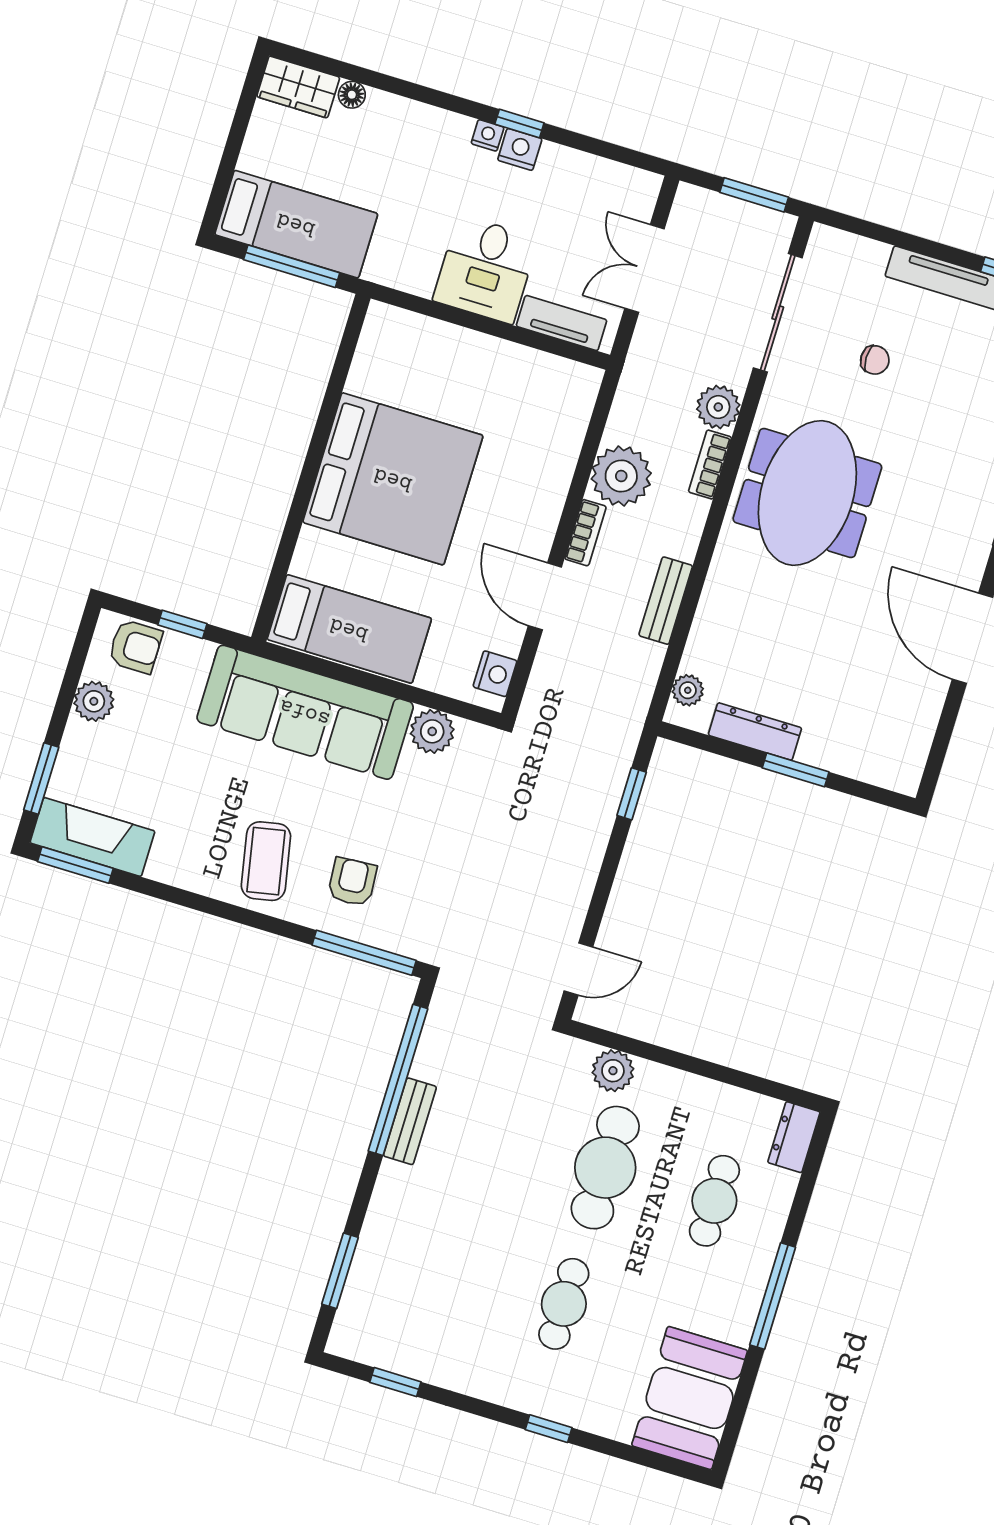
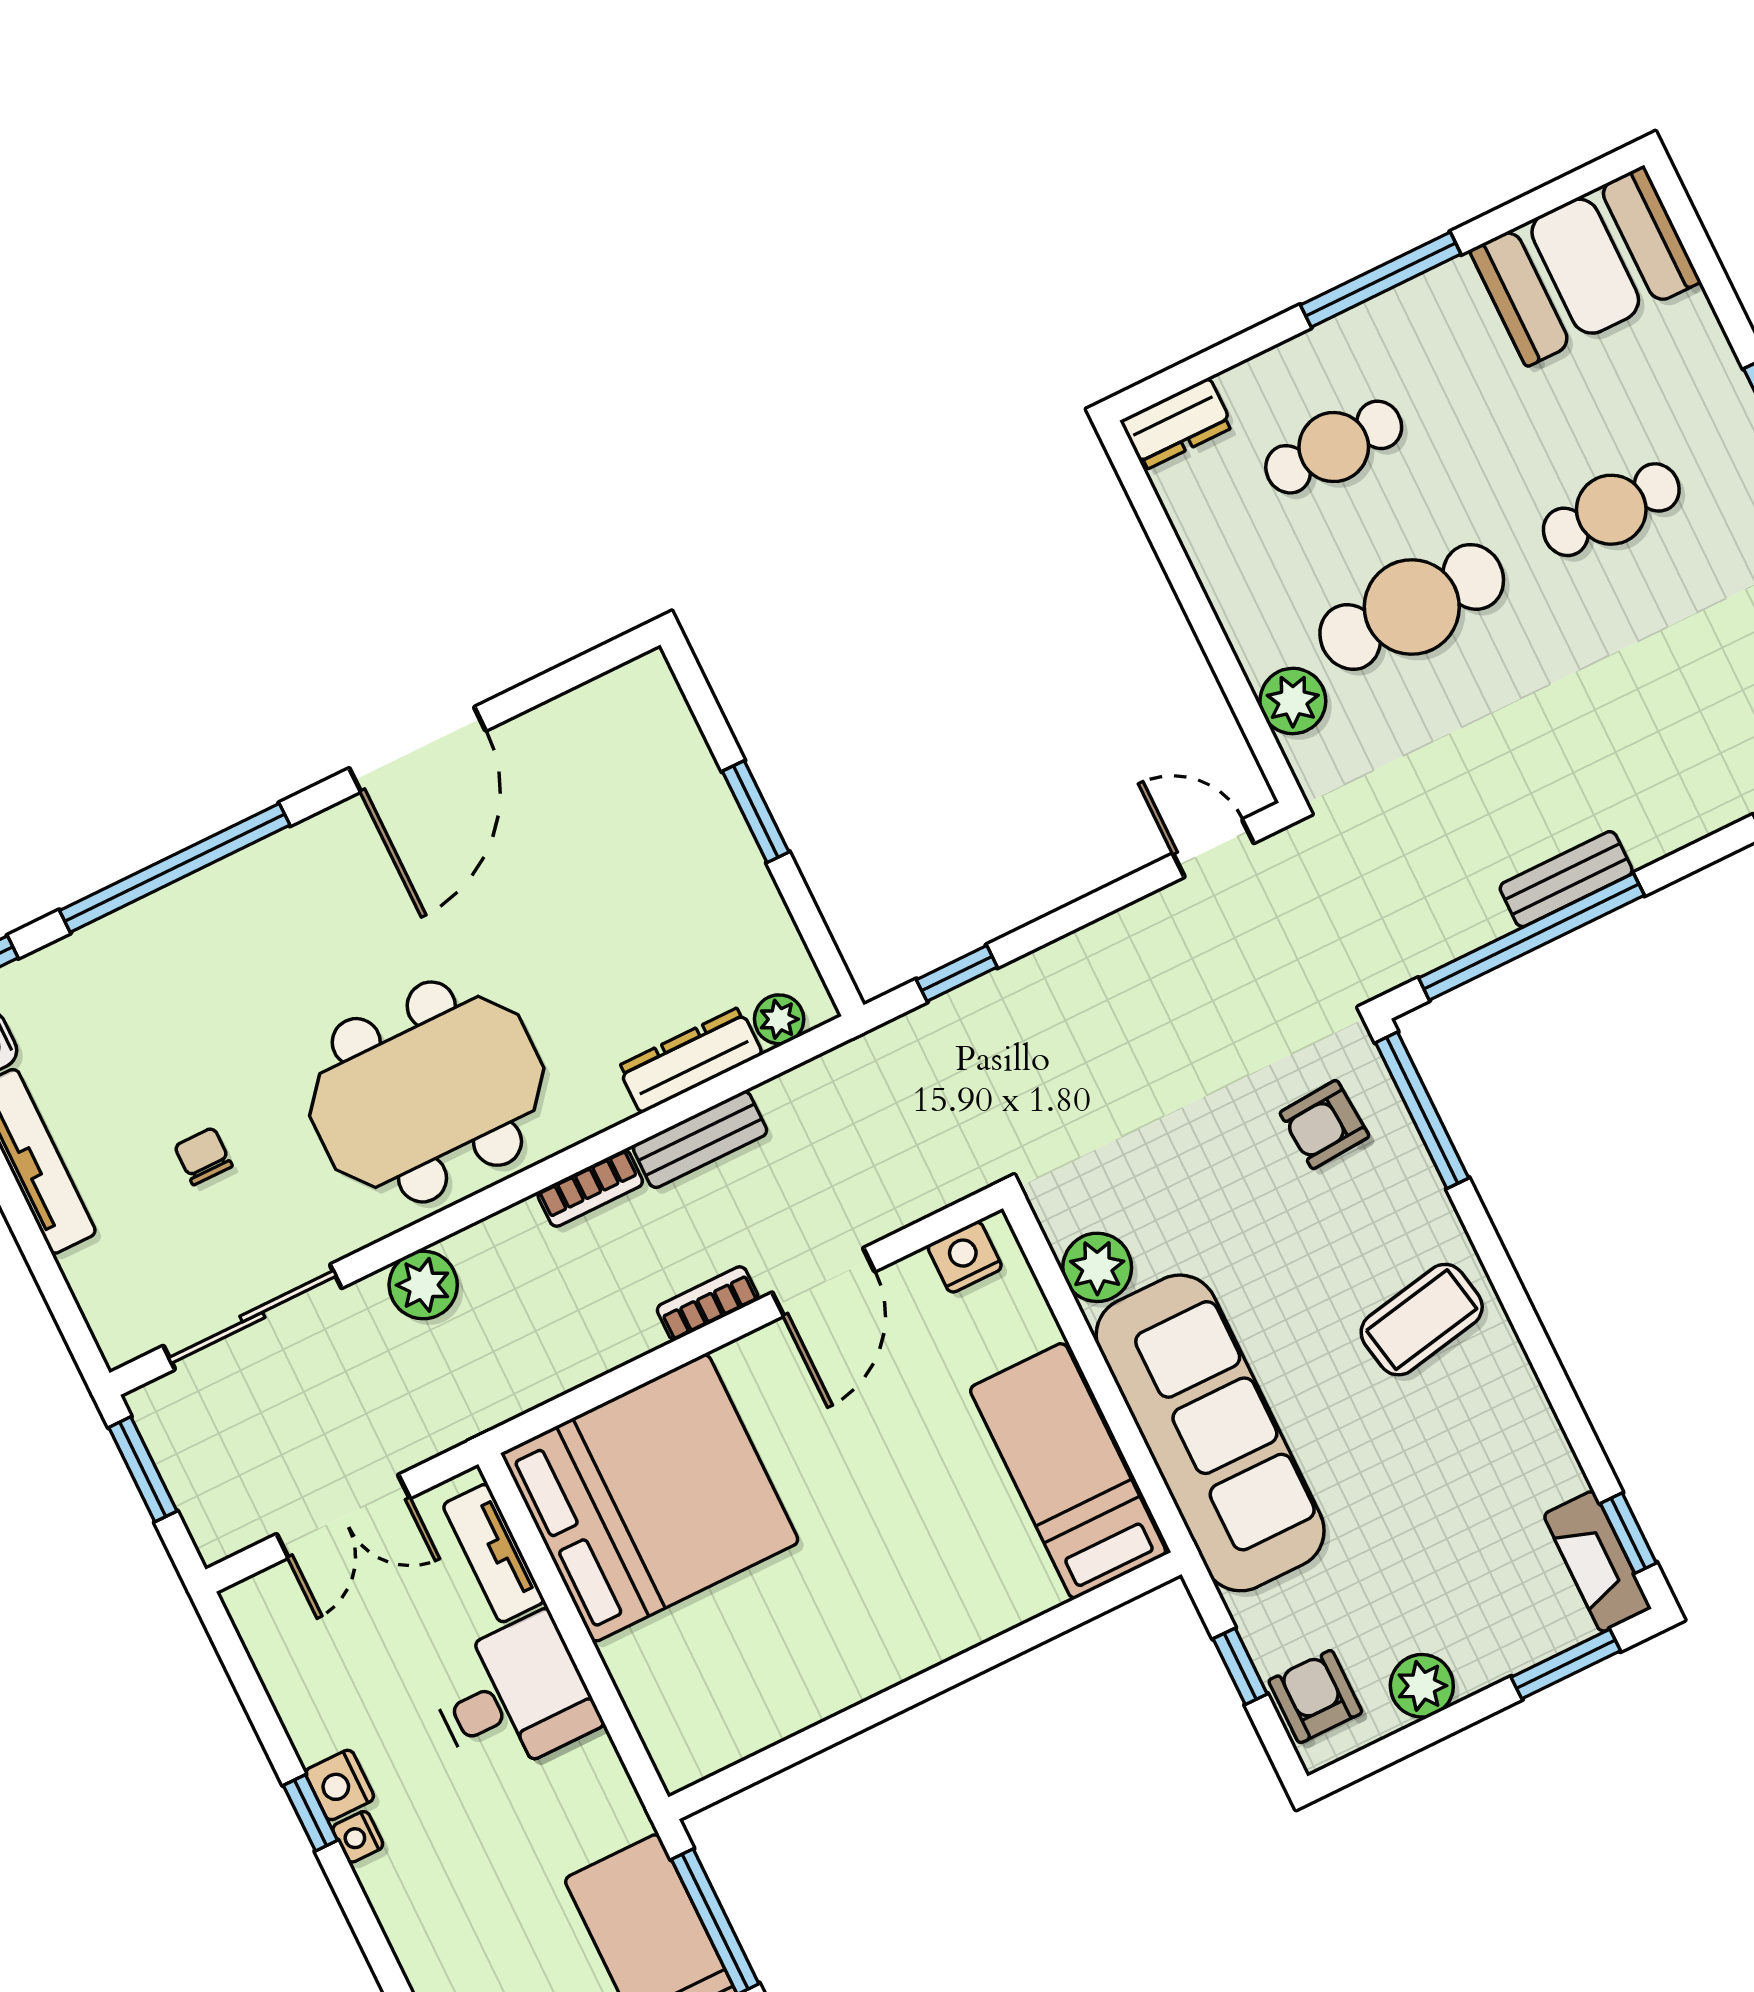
bookcase: (710, 465) -> (590, 1188), moved
plant: (621, 476) -> (605, 1323), removed
bed: (393, 479) -> (650, 1498), moved, turned 90
dresser: (755, 731) -> (690, 1060), moved, turned 90
fireplace: (92, 837) -> (1597, 1561), width x0.73, depth x0.76
window: (75, 865) -> (1628, 1533), width x0.67
armchair: (352, 882) -> (1324, 1125), moved

